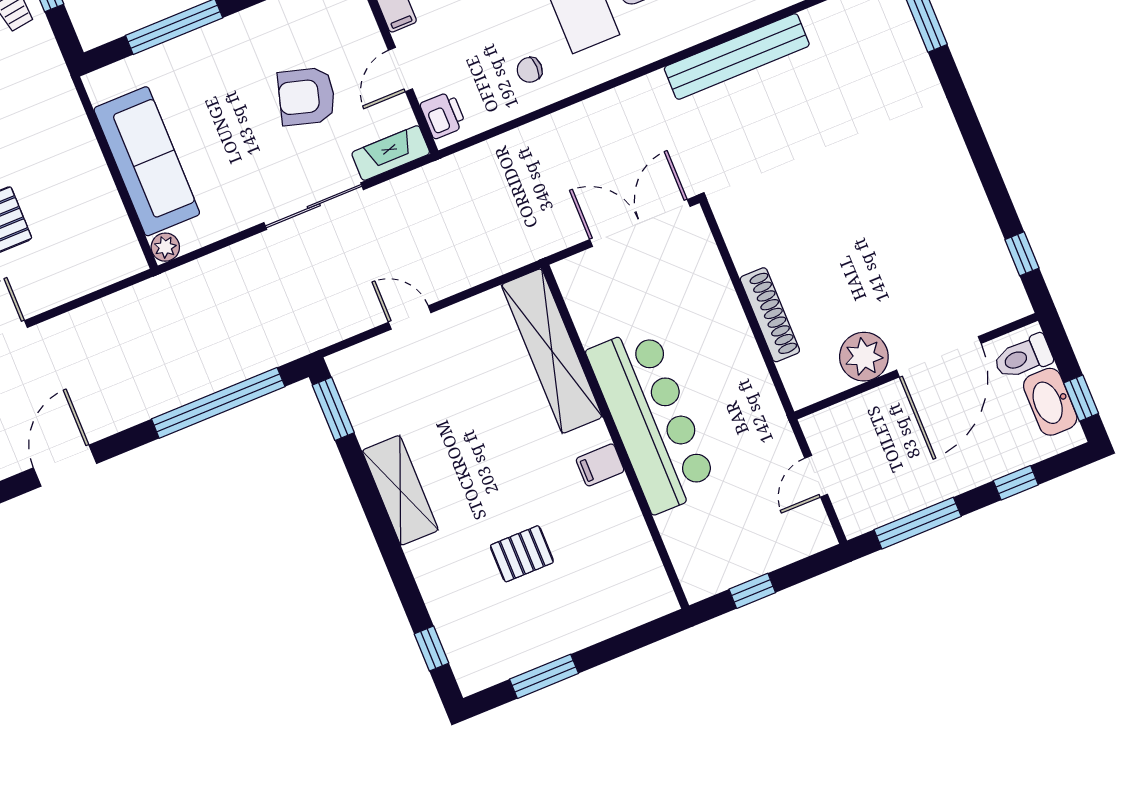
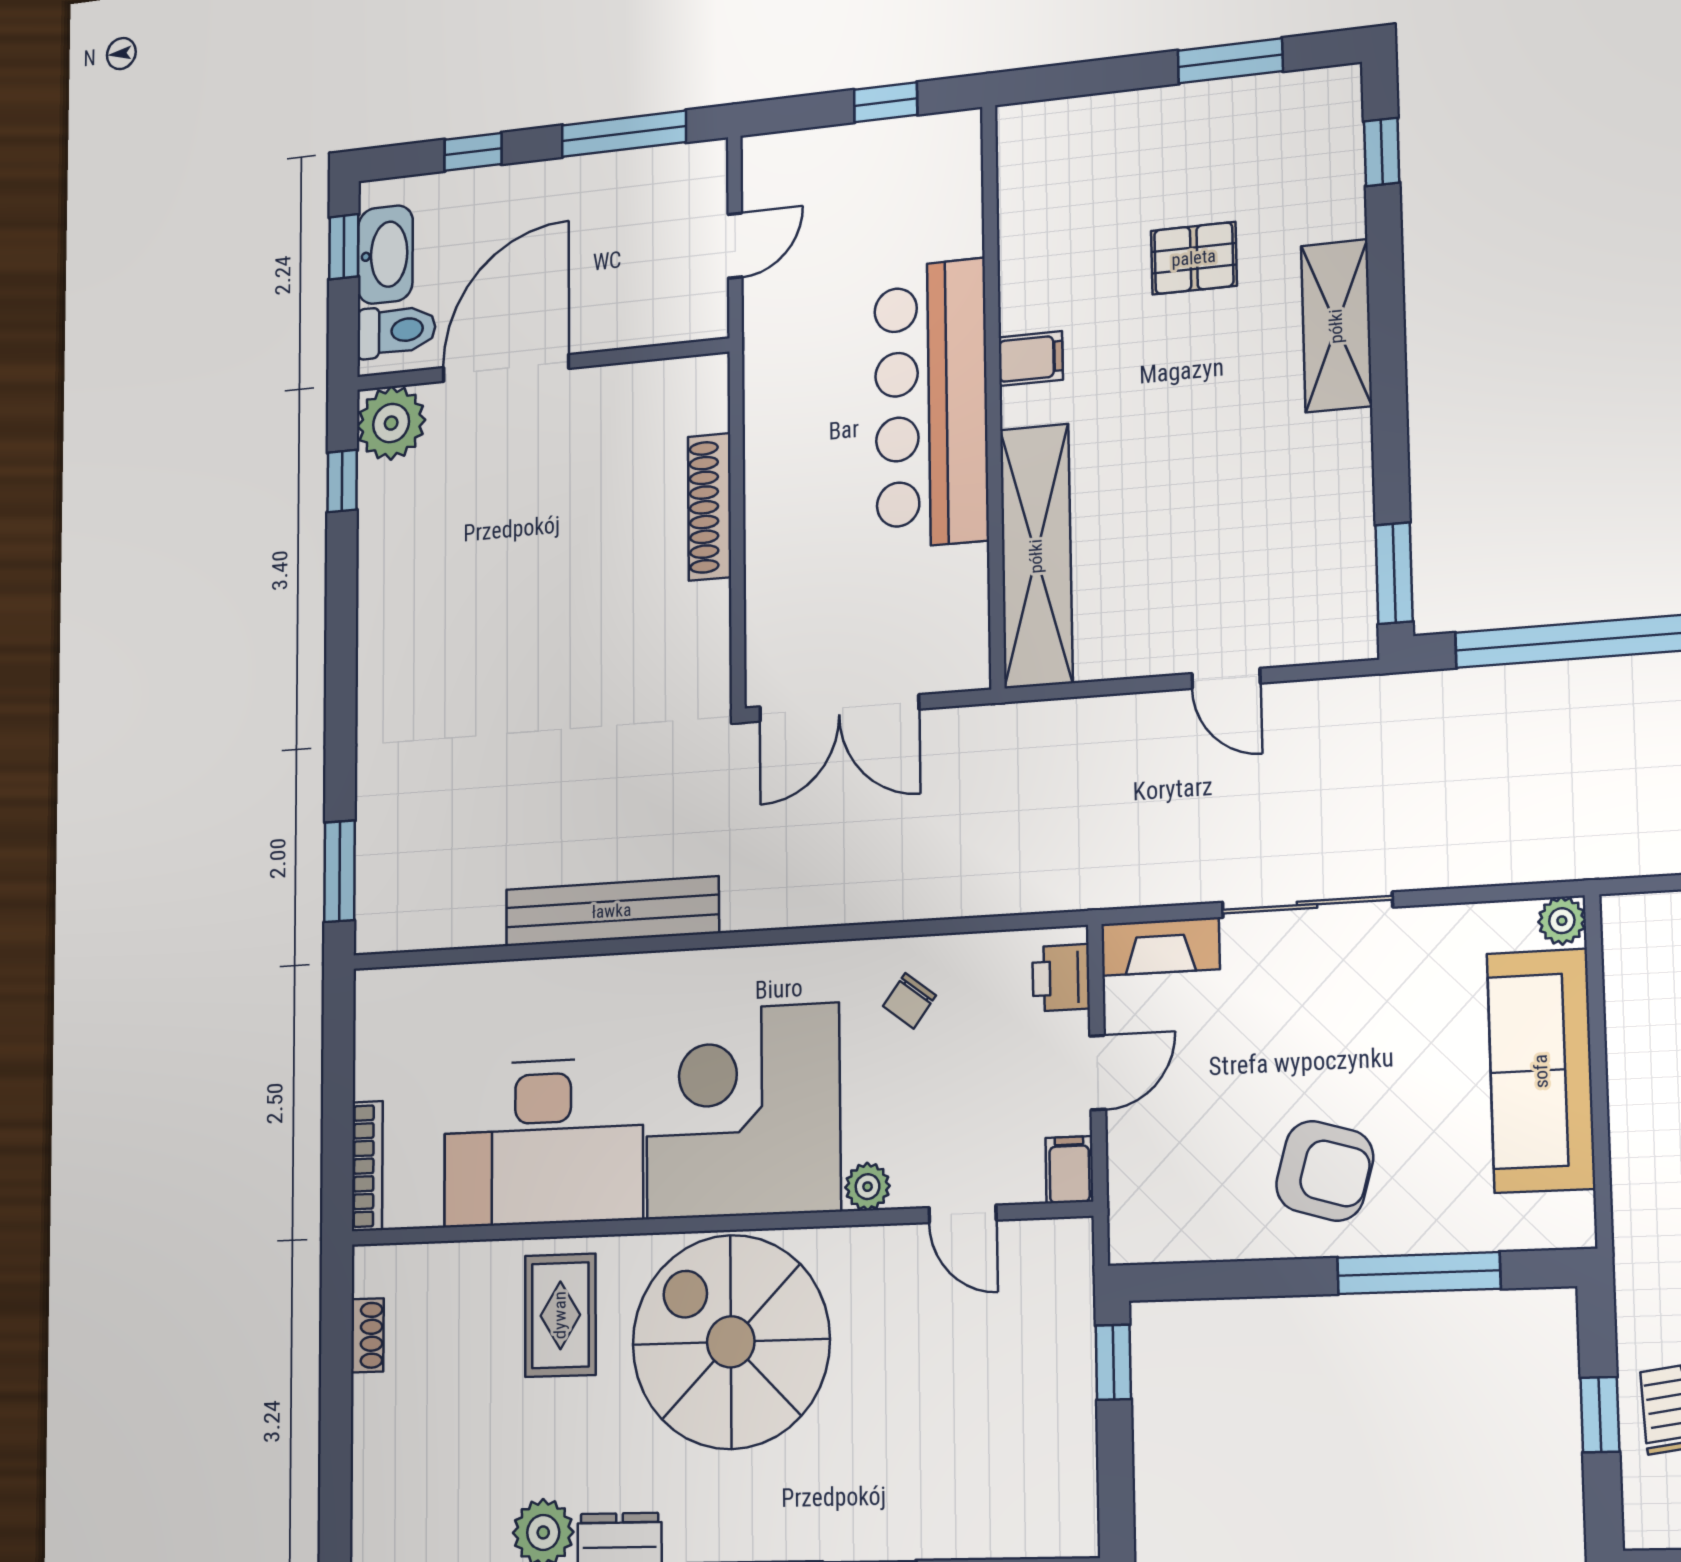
chair: (530, 70) -> (909, 1001), turned 127
armchair: (307, 96) -> (1325, 1171), moved
plant: (864, 357) -> (391, 423), moved
shelving: (400, 490) -> (1336, 326), moved

